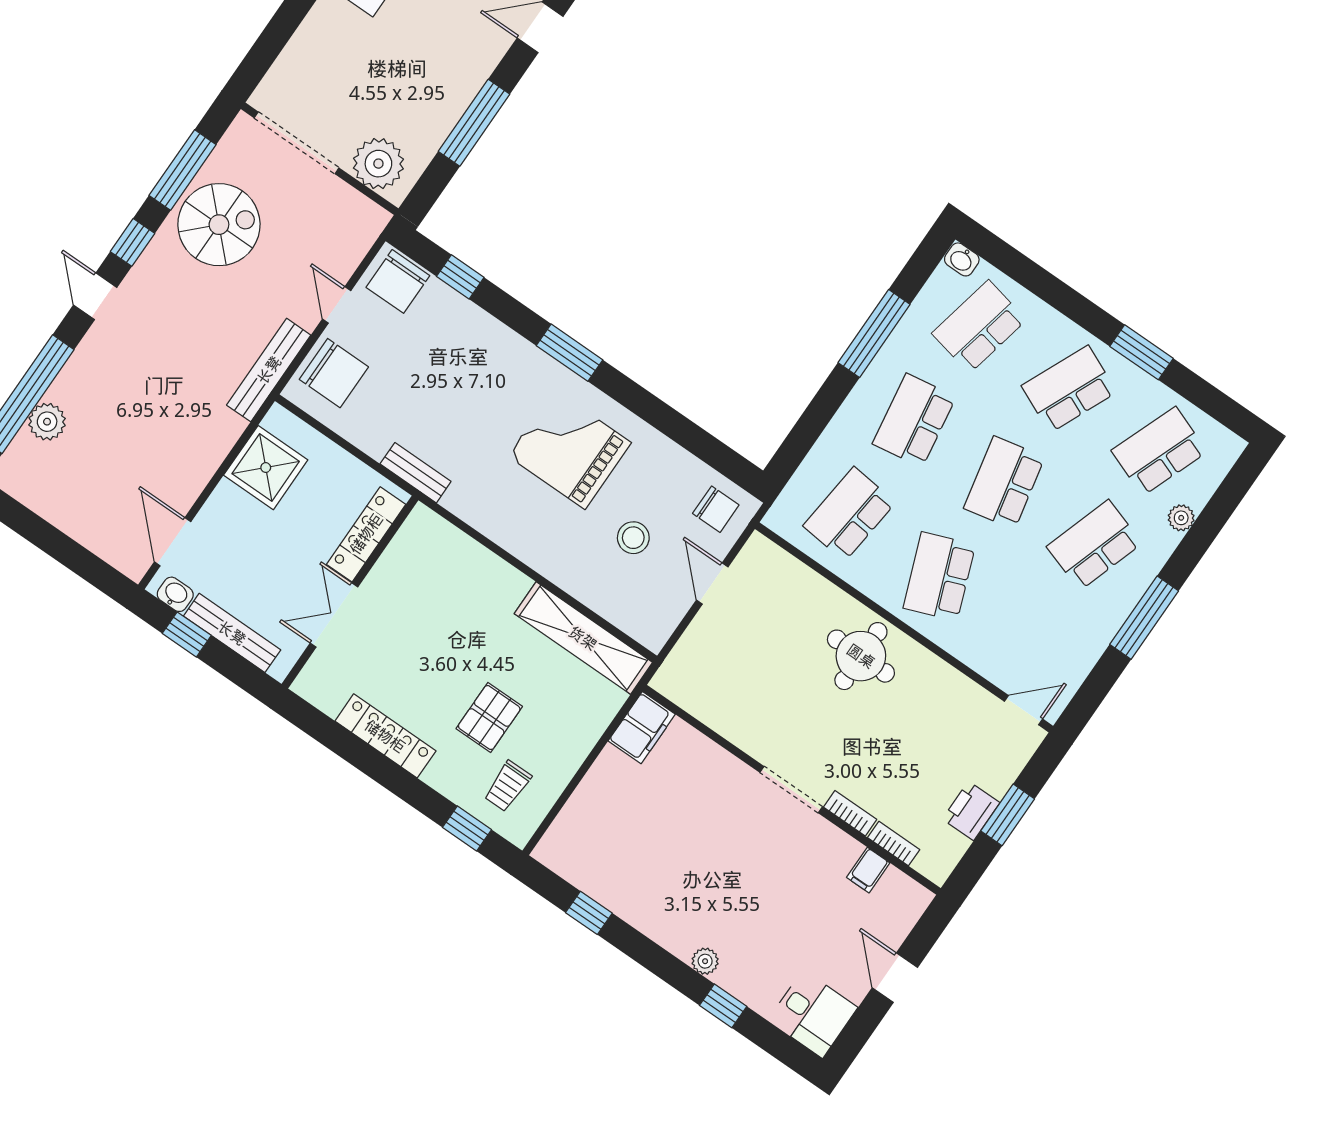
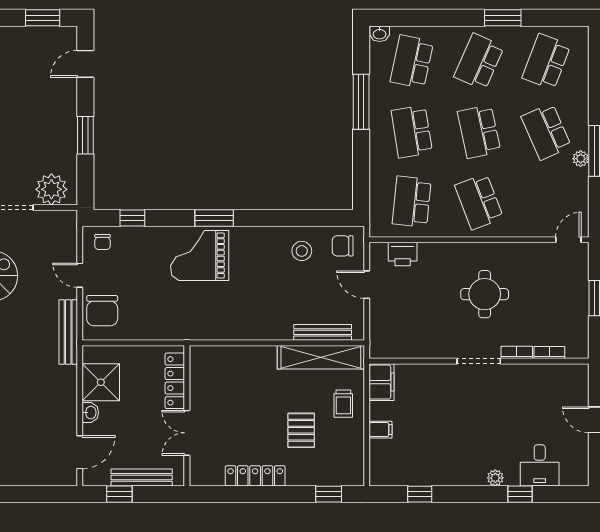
window: (474, 123) -> (85, 135), width x0.69
chair: (398, 281) -> (103, 242), width x0.54, depth x0.54
chair: (334, 373) -> (102, 311), turned 90
grand piano: (570, 449) -> (200, 256), moved
bench: (416, 473) -> (323, 332), moved, width x1.36
chair: (716, 509) -> (343, 246), turned 180
plant: (1181, 518) -> (581, 159), moved
stool: (633, 538) -> (302, 251), moved
door: (173, 542) -> (80, 452), swing flipped
school desk: (1094, 545) -> (546, 132), turned -42
washbasin: (175, 594) -> (90, 413), moved, turned 90
round table: (861, 656) -> (485, 294), moved
trolley: (508, 786) -> (343, 404), moved
printer: (971, 811) -> (403, 254), moved, turned -90
filing cabinet: (868, 870) -> (381, 430), moved, turned -90
desk: (813, 1014) -> (540, 465), moved, turned 90

